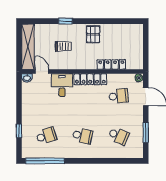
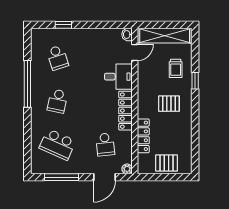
pallet: (93, 34) -> (169, 104), moved
pallet: (134, 45) -> (166, 163), added
trolley: (63, 46) -> (176, 68), moved
window: (146, 132) -> (61, 177), width x1.44
school desk: (119, 136) -> (58, 144), width x1.85
window: (45, 161) -> (27, 84), moved

